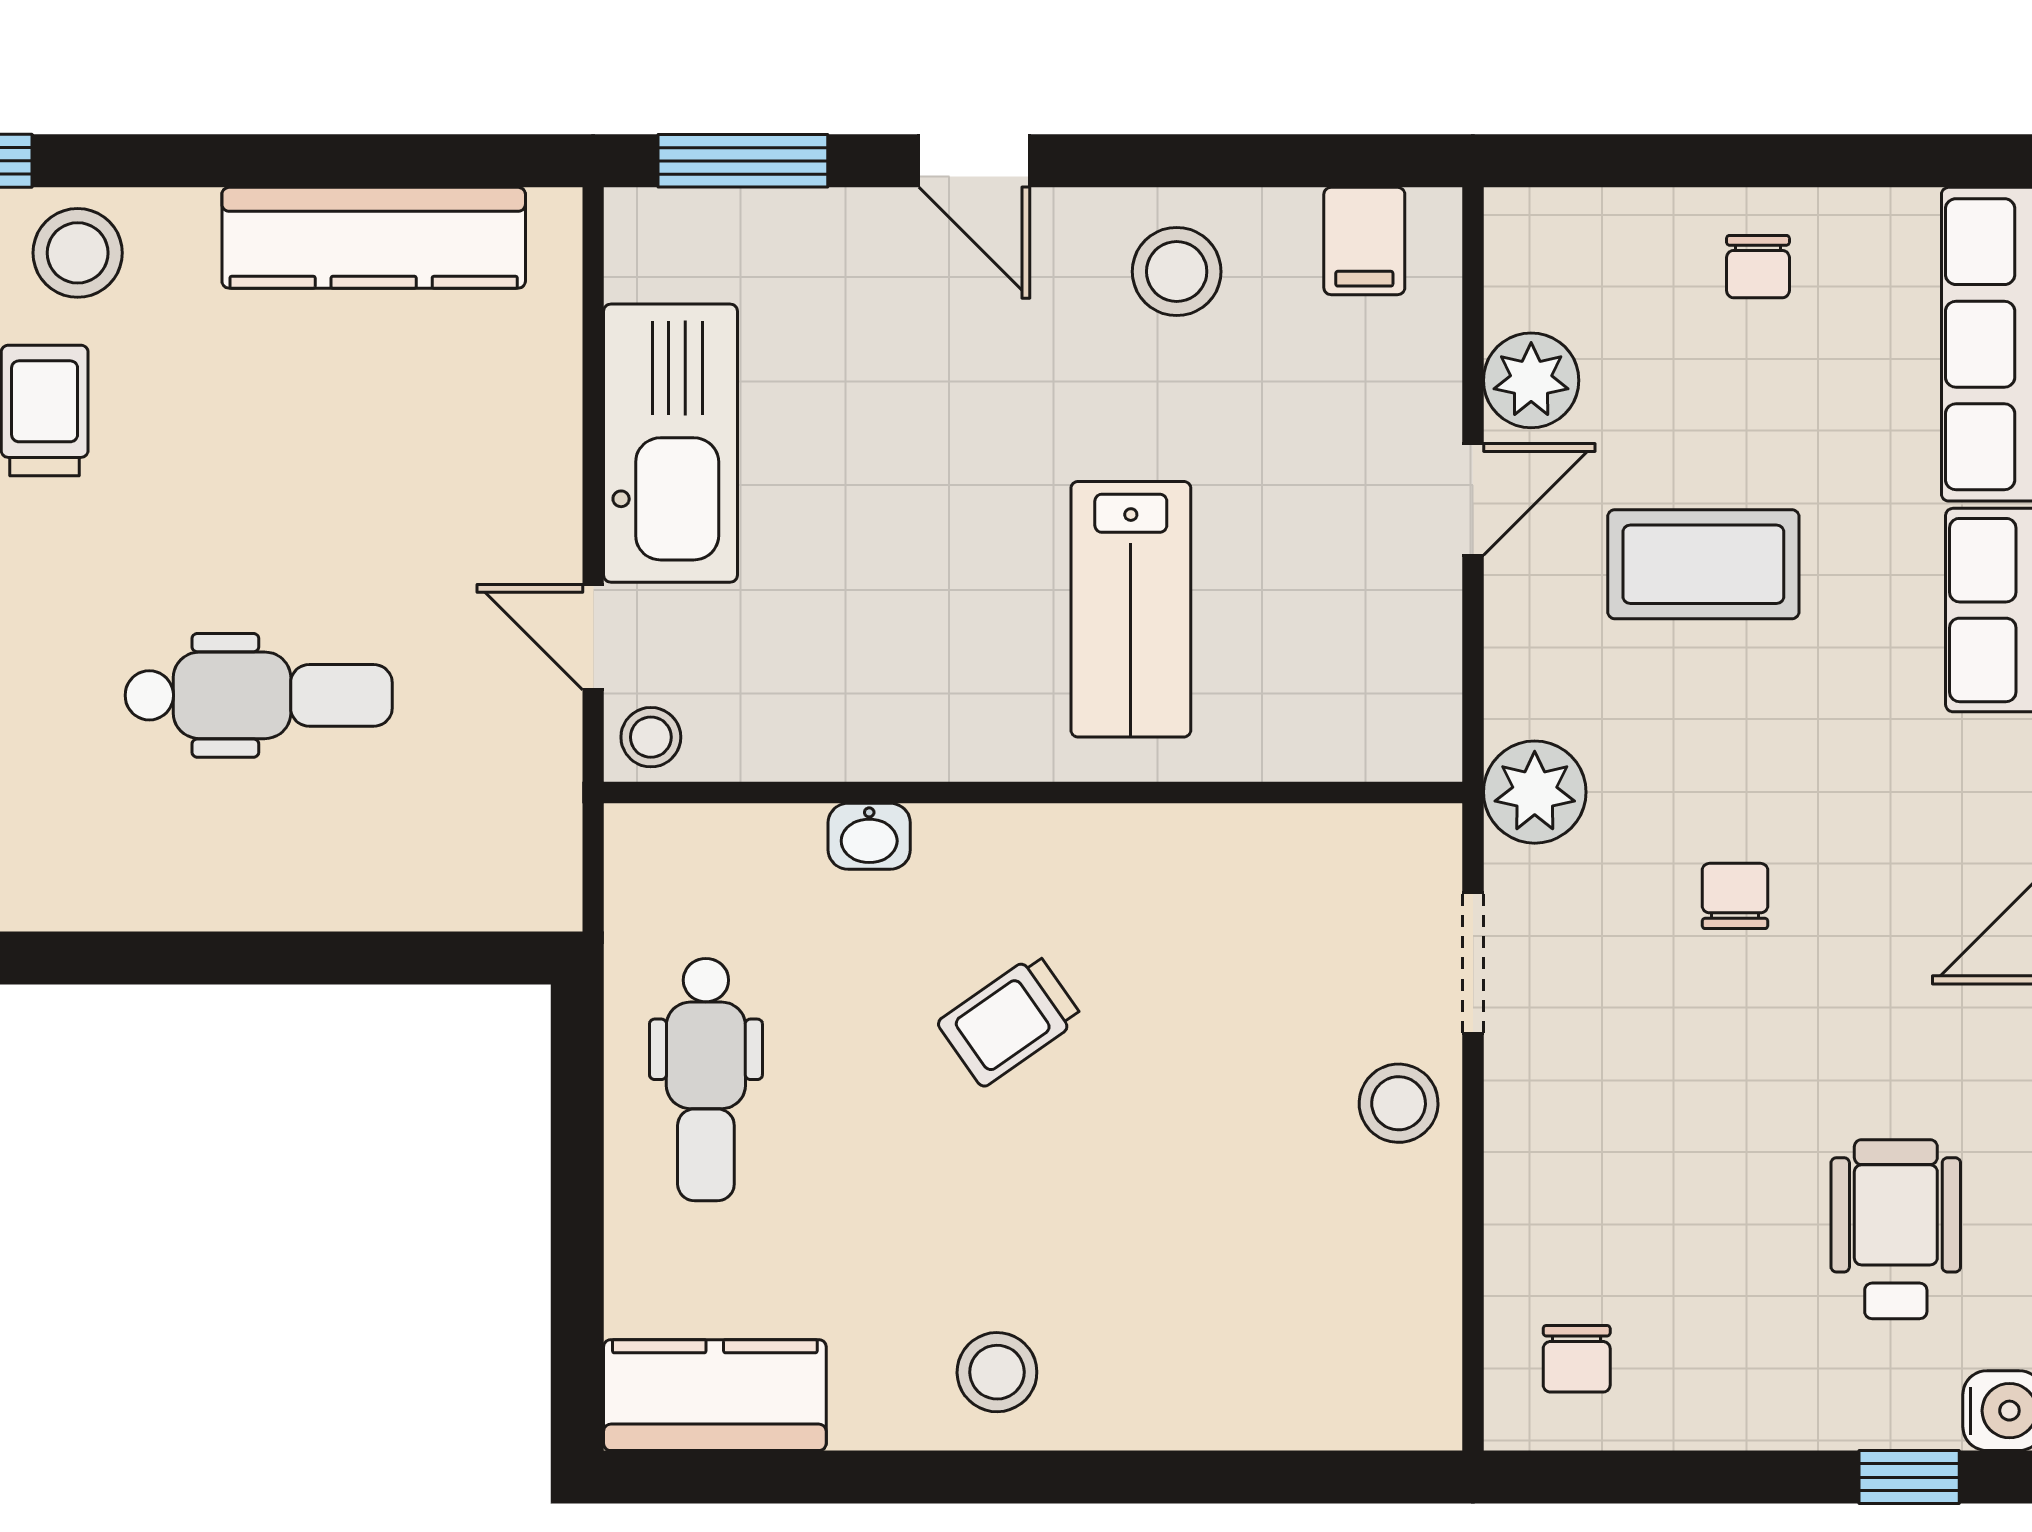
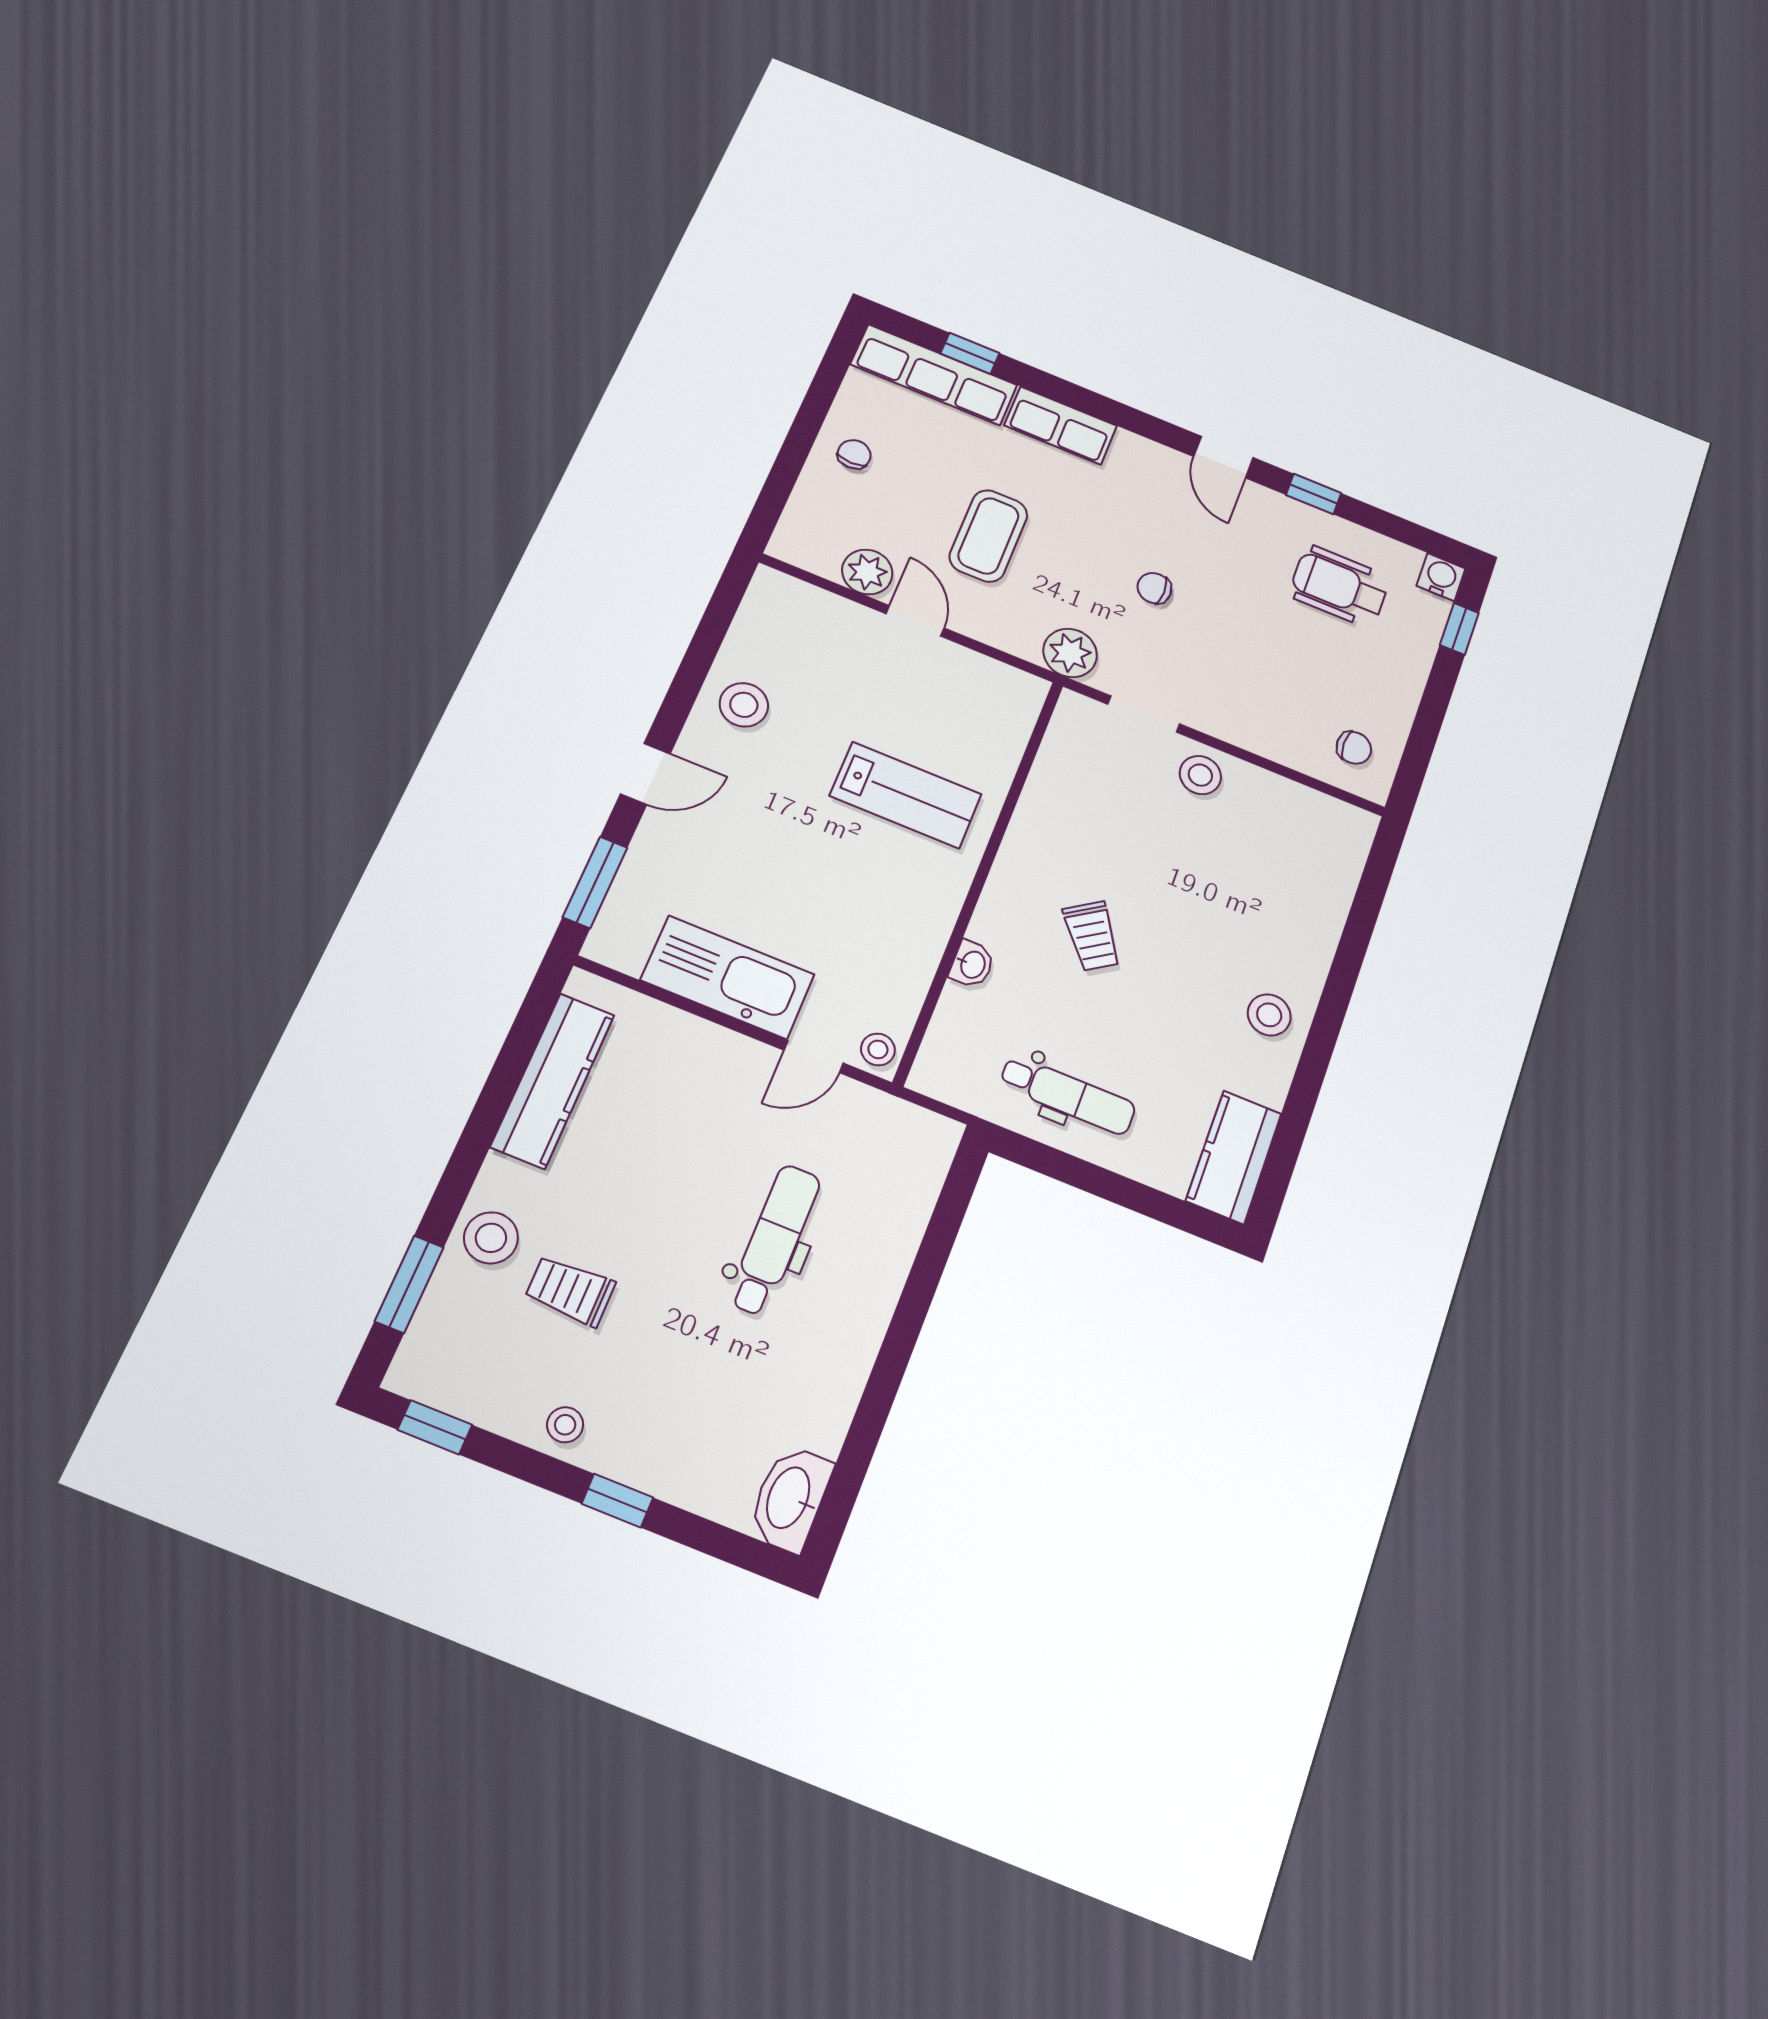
filing cabinet: (1364, 241) -> (766, 616), removed
chair: (1758, 267) -> (854, 454), turned -90

